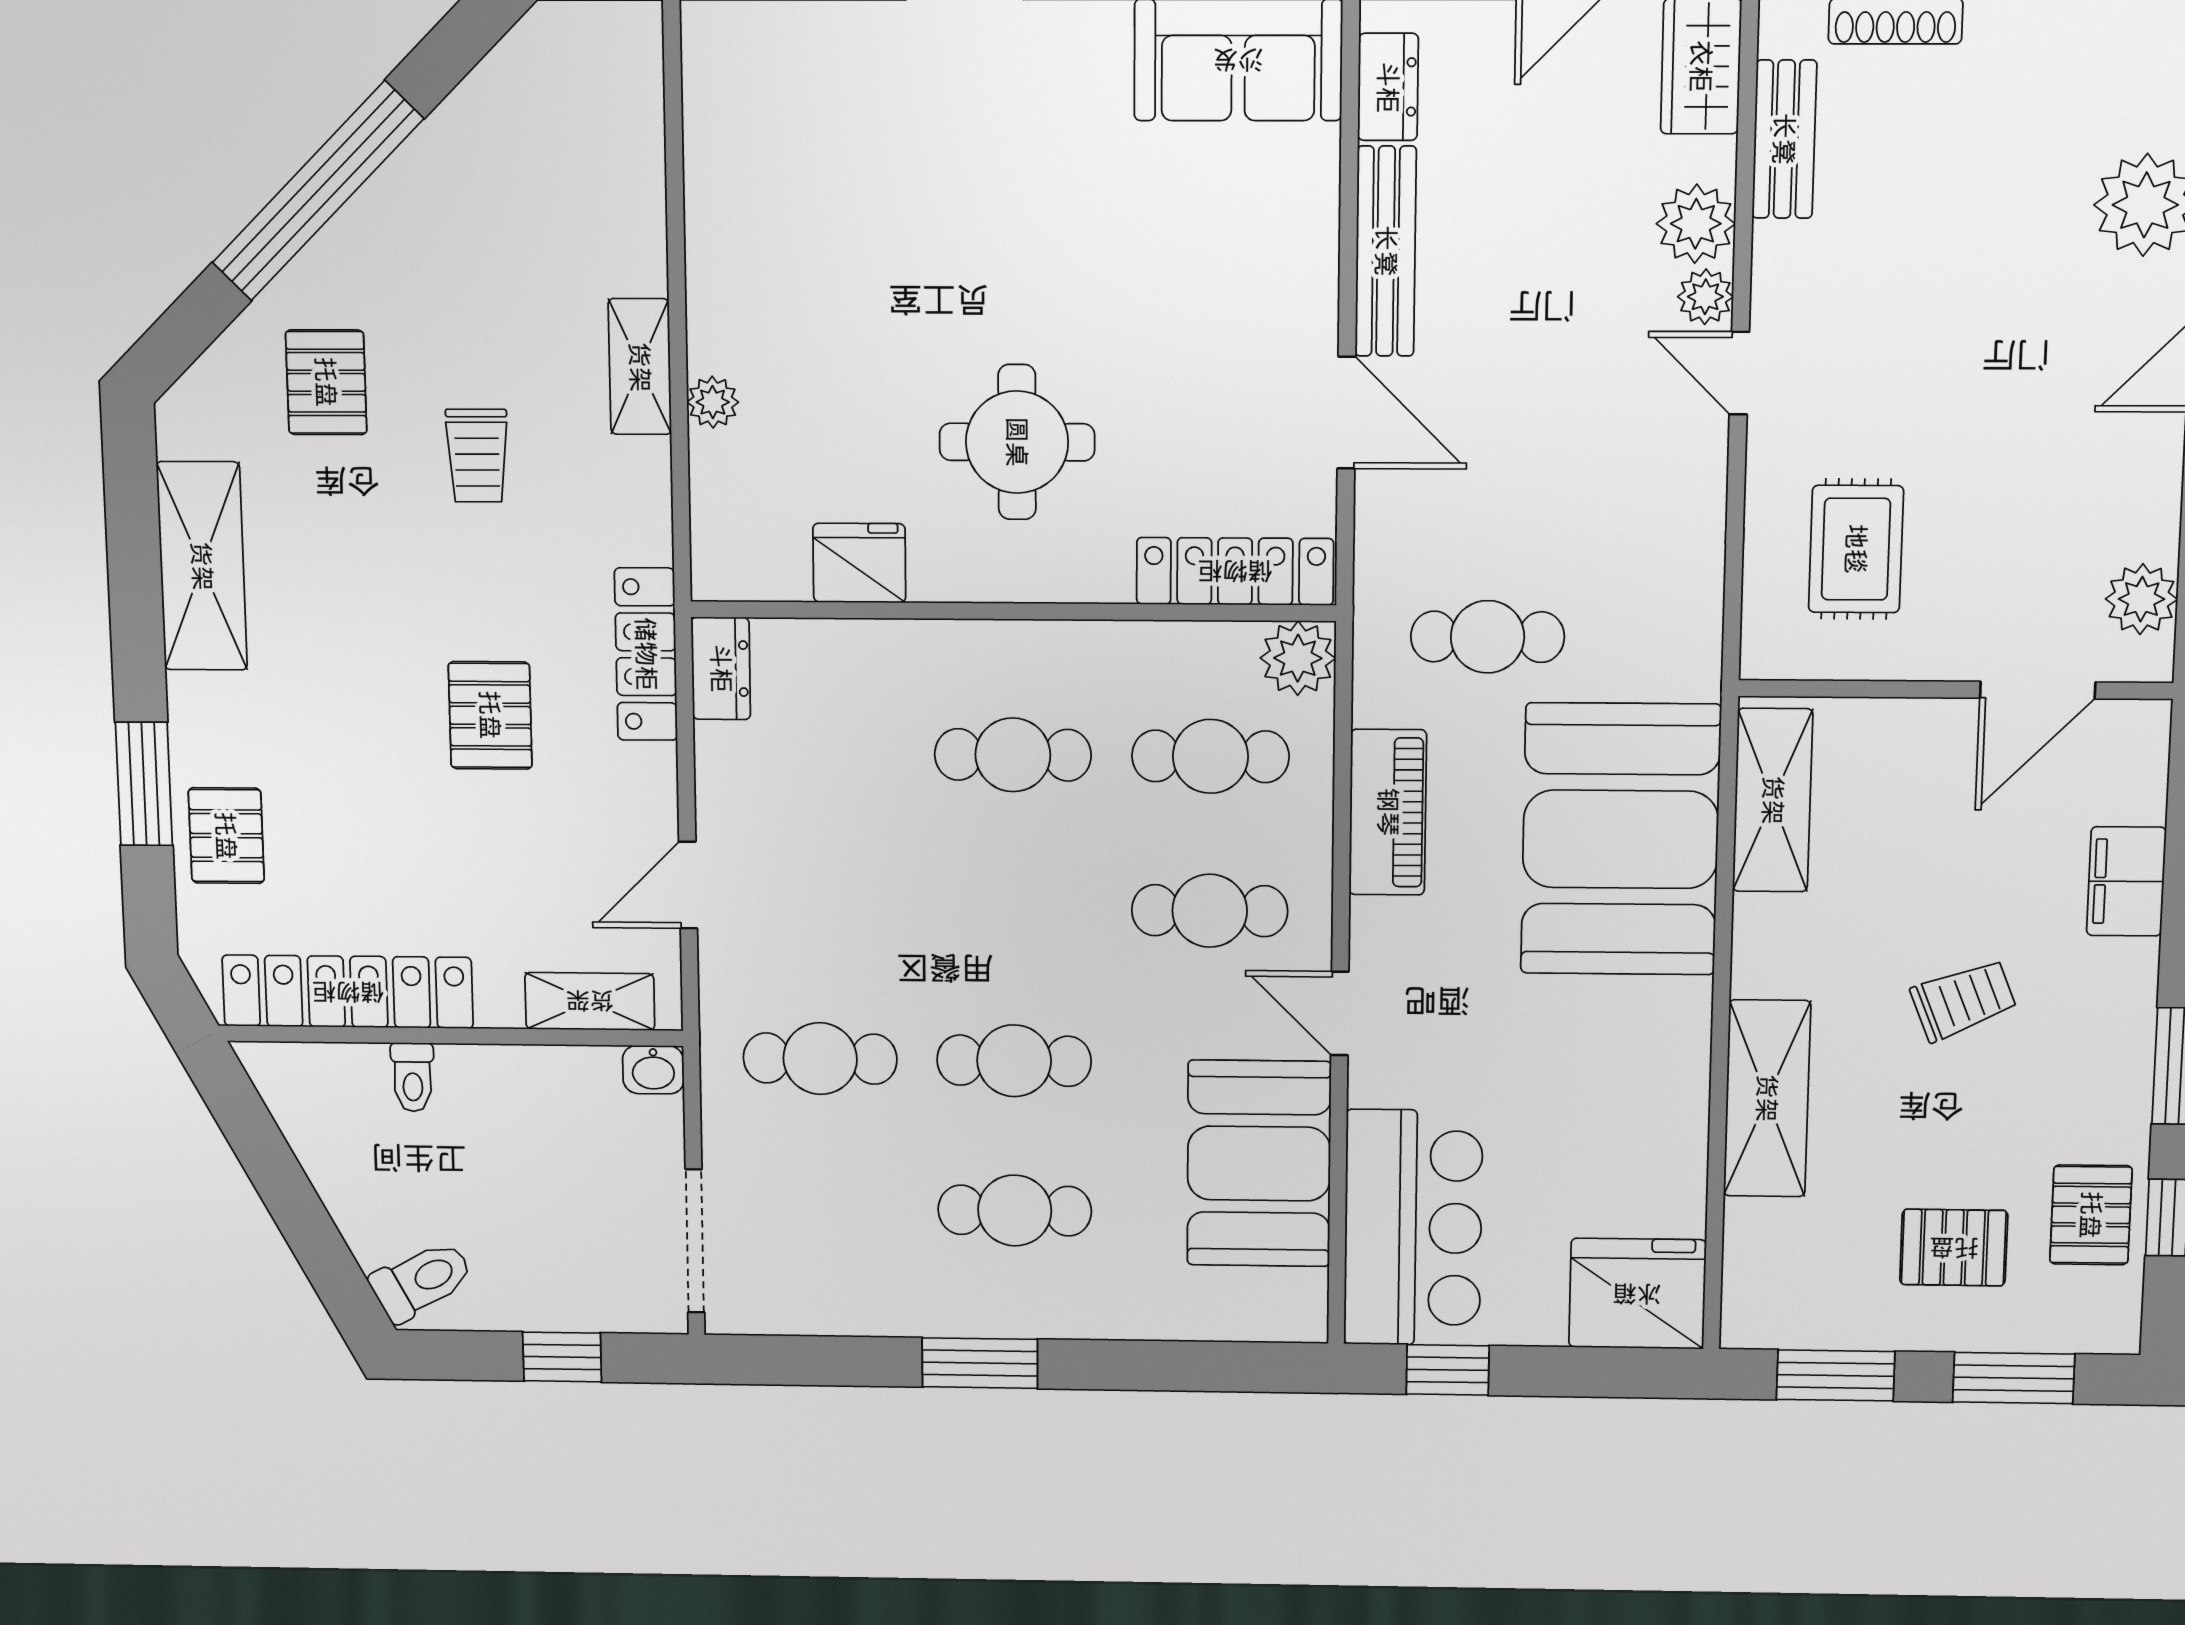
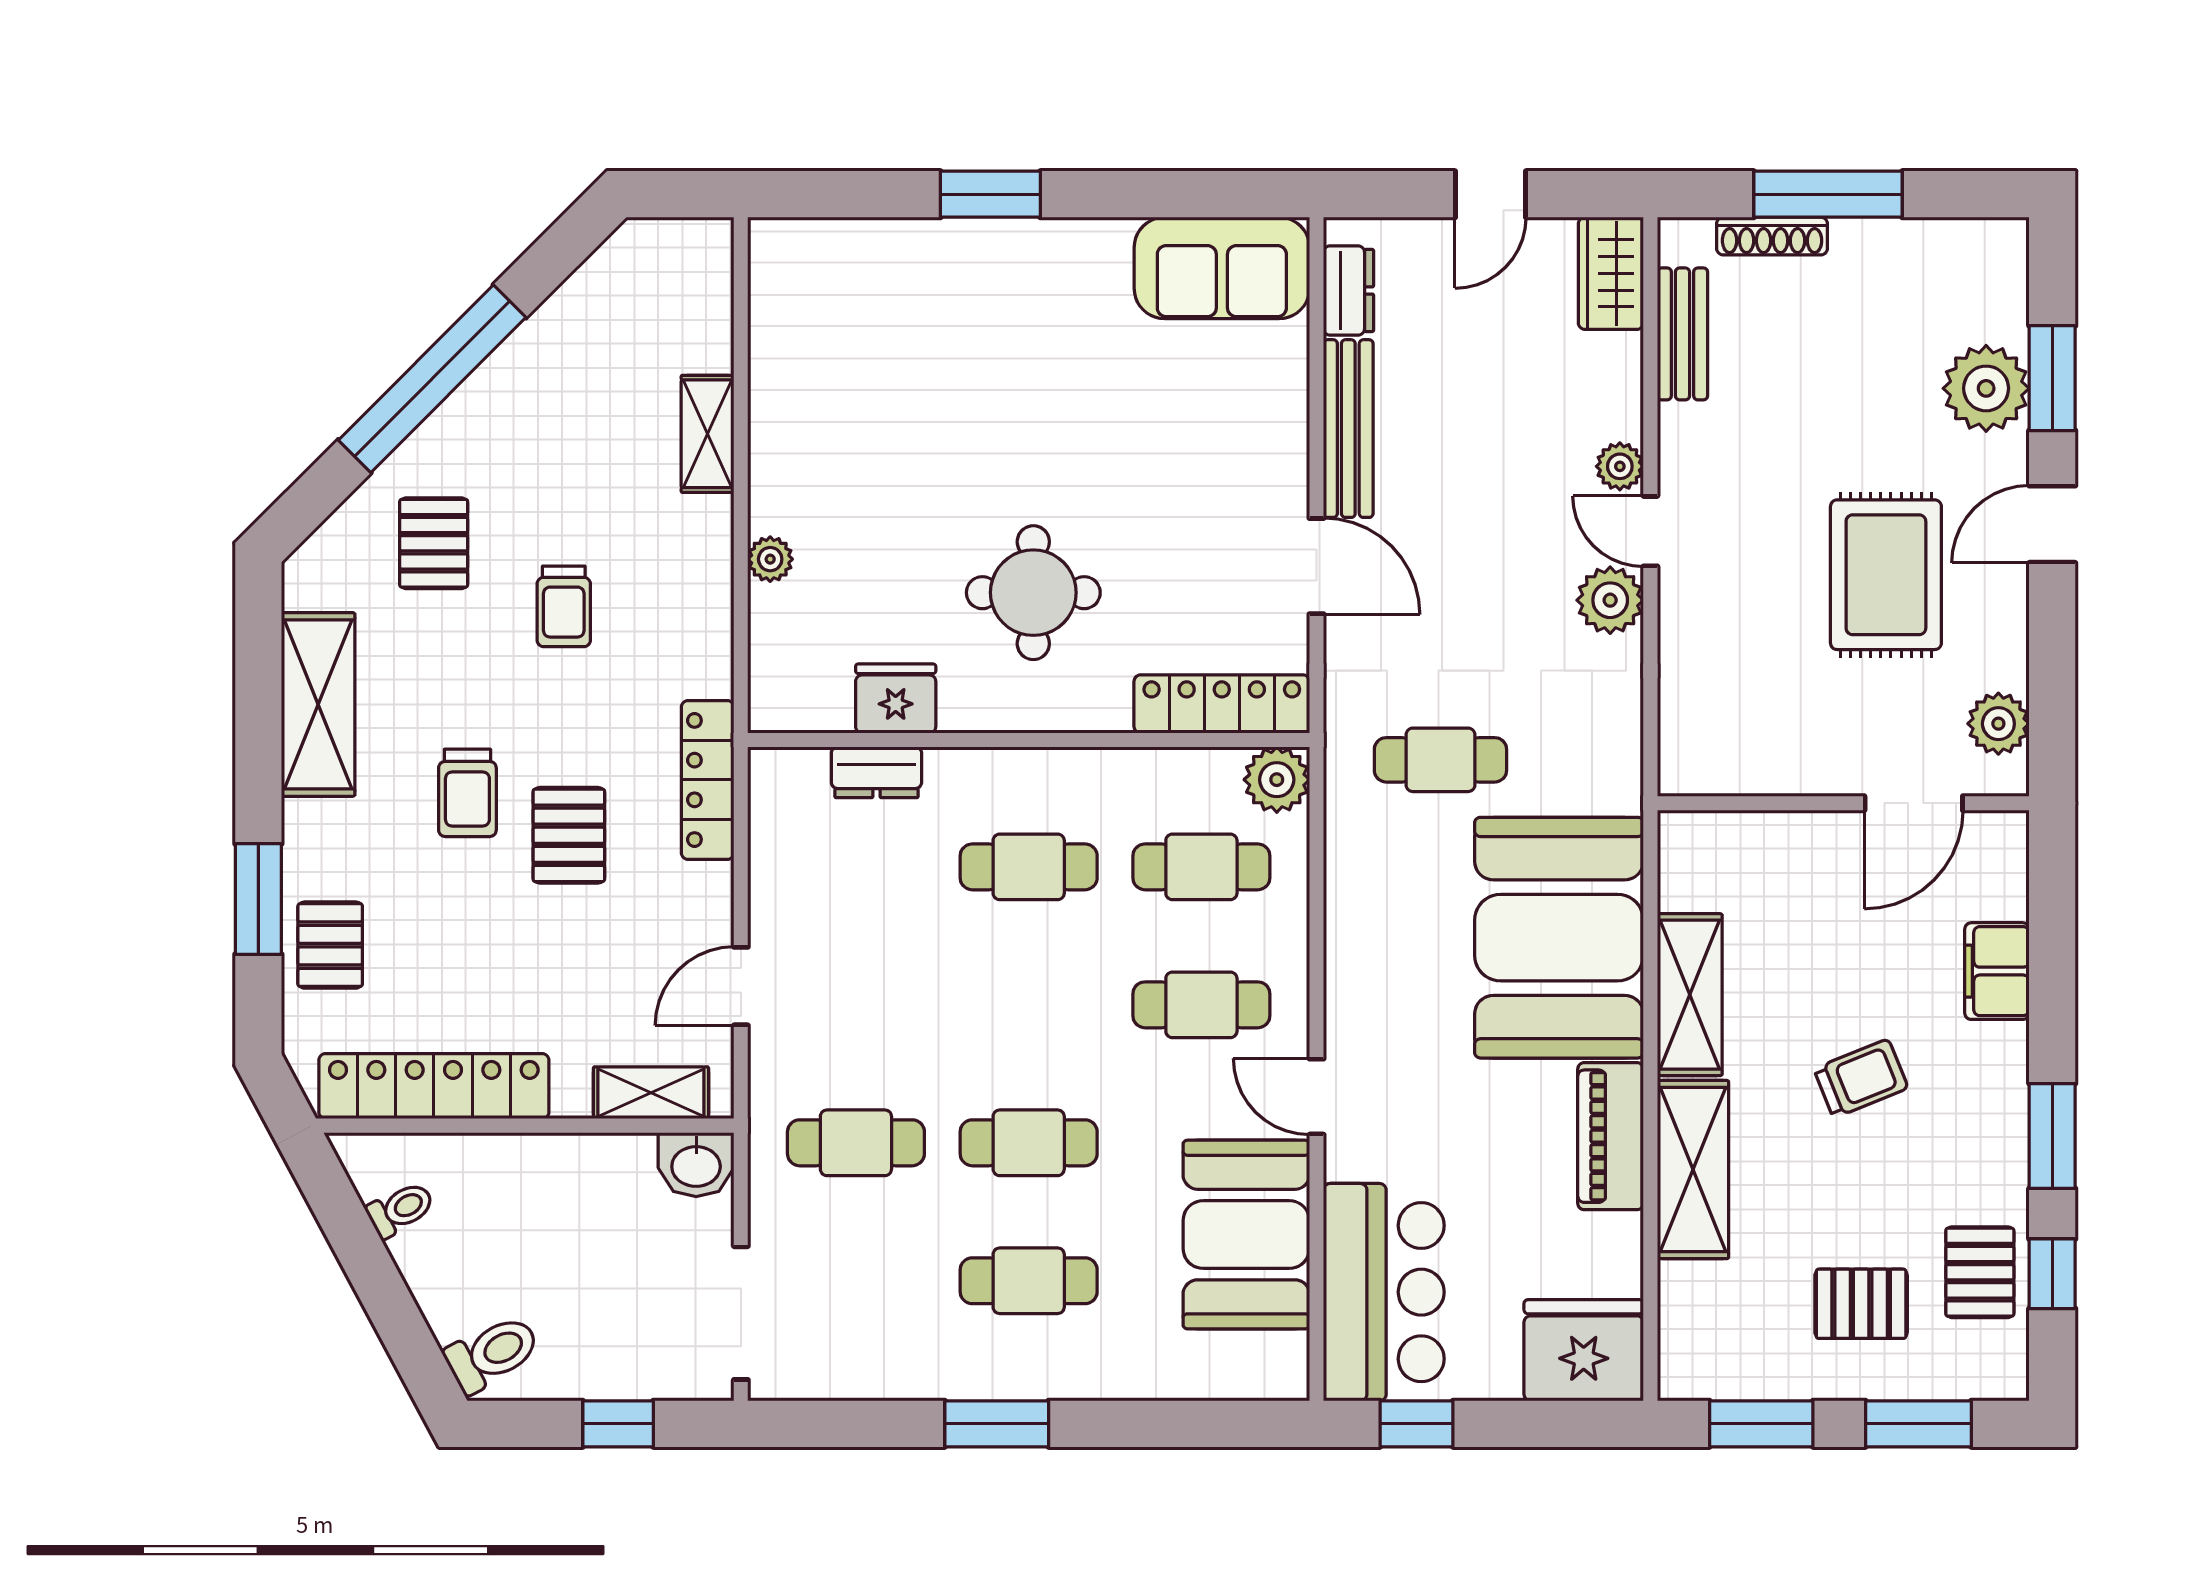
plant: (1696, 224) -> (1610, 600), moved
shelving: (640, 367) -> (708, 434), moved
rug: (1856, 549) -> (1886, 575), moved, width x1.36, depth x1.43
trolley: (374, 667) -> (467, 793), added
dresser: (721, 668) -> (876, 772), moved, turned 90
shelving: (1773, 800) -> (1690, 995), moved
piano: (1388, 812) -> (1611, 1136), moved, turned 180
washbasin: (653, 1070) -> (696, 1165), width x1.38, depth x1.45
toilet: (413, 1077) -> (400, 1209), moved, turned -118

